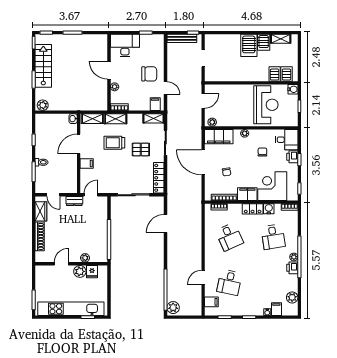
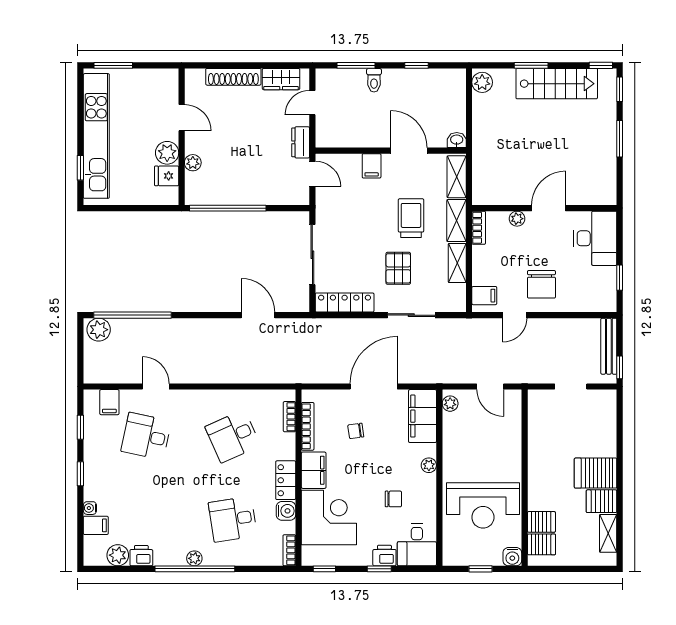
shelving: (153, 118) -> (457, 263), moved
printer: (292, 268) -> (141, 556), moved

